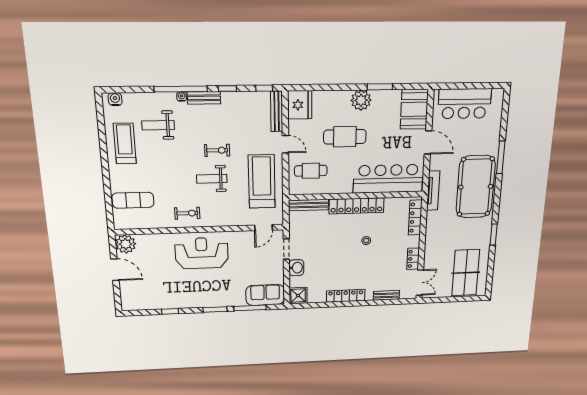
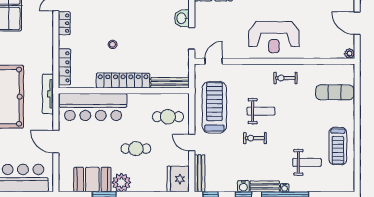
water cooler: (115, 99) -> (243, 186), moved
booth: (414, 109) -> (92, 180), moved, turned 90
cafe table: (345, 137) -> (136, 149), width x0.73, depth x0.74
treadmill: (262, 181) -> (214, 107), turned 180
plant: (126, 244) -> (349, 54), width x0.53, depth x0.53

